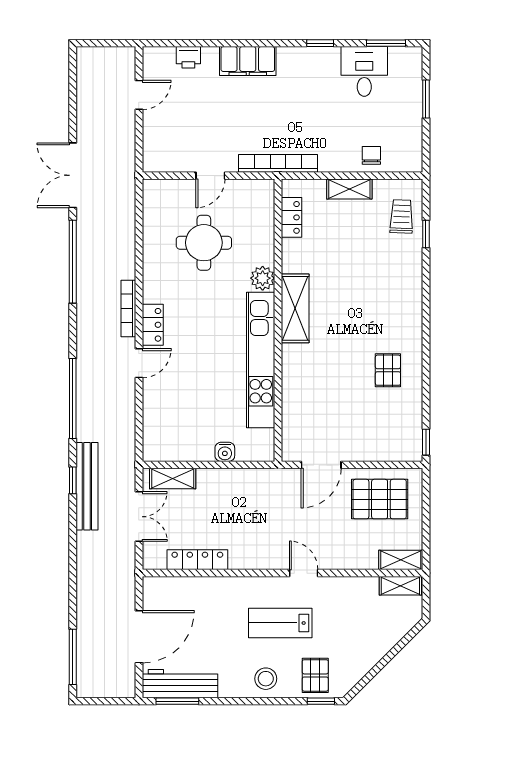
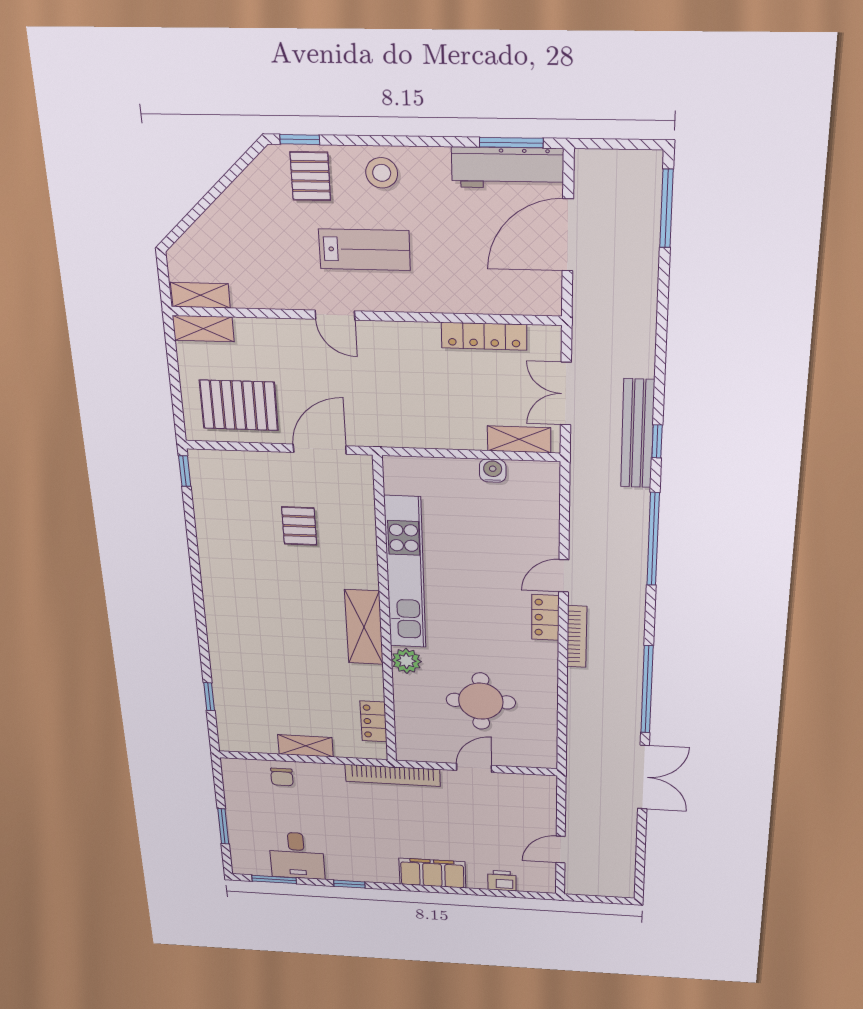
trolley: (402, 216) -> (240, 716), removed
pallet: (388, 370) -> (299, 526), moved
water cooler: (225, 452) -> (493, 471), moved

